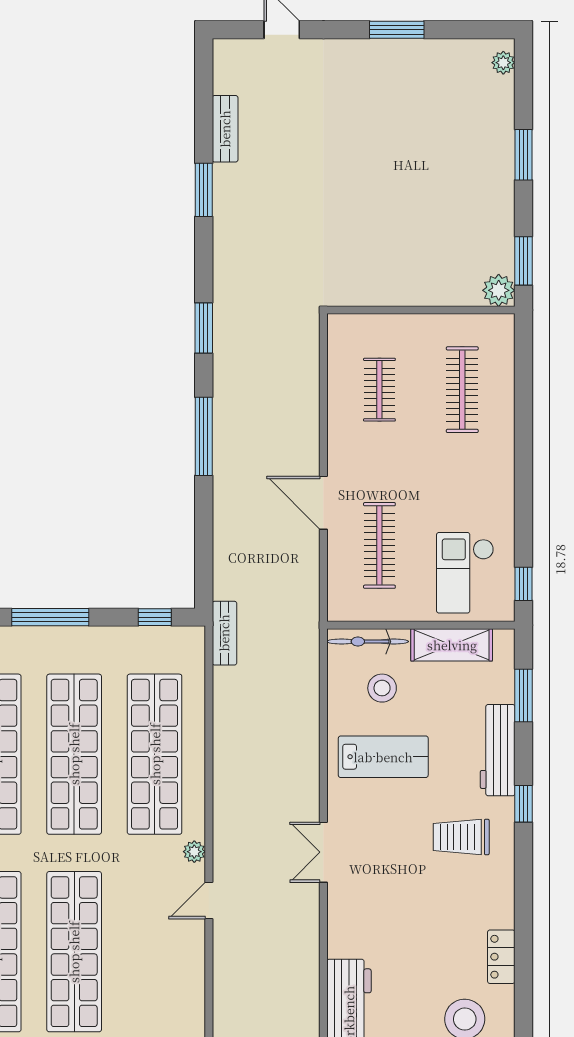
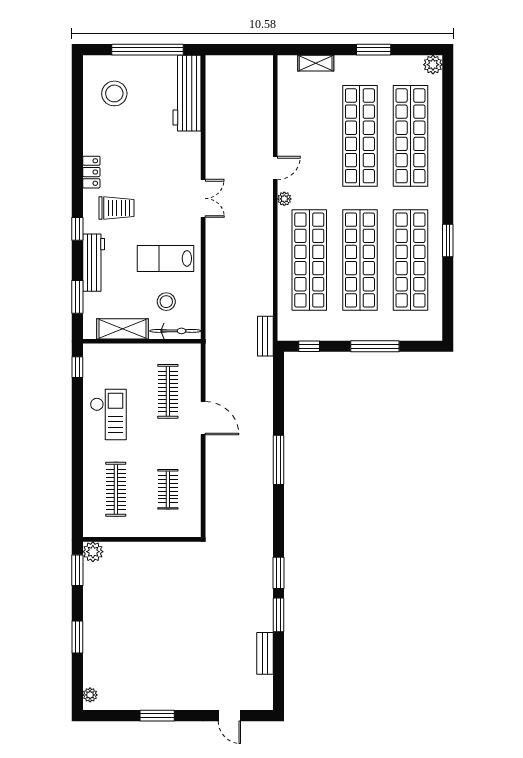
window: (204, 328) -> (278, 573), moved
checkout: (465, 573) -> (108, 414), moved
locker: (501, 957) -> (91, 172), moved

